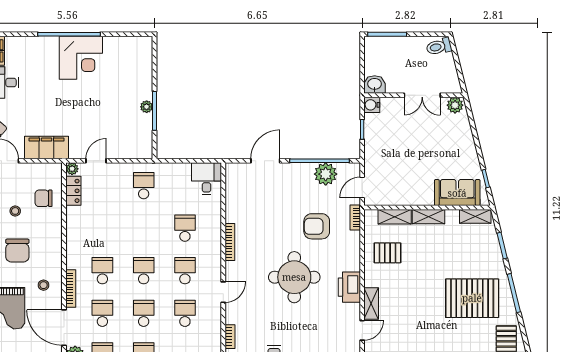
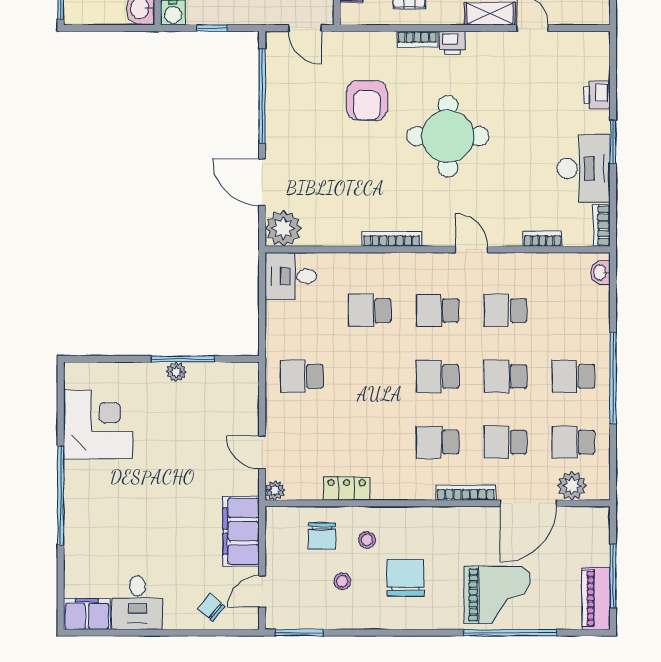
corner desk: (81, 58) -> (98, 424), moved
plant: (326, 174) -> (283, 228), moved
locker: (73, 191) -> (347, 488), moved
bookcase: (355, 217) -> (417, 39), moved
chair: (17, 251) -> (405, 578), turned -90
stool: (44, 285) -> (367, 540), moved
printer: (349, 287) -> (452, 43), width x0.53, depth x0.68

